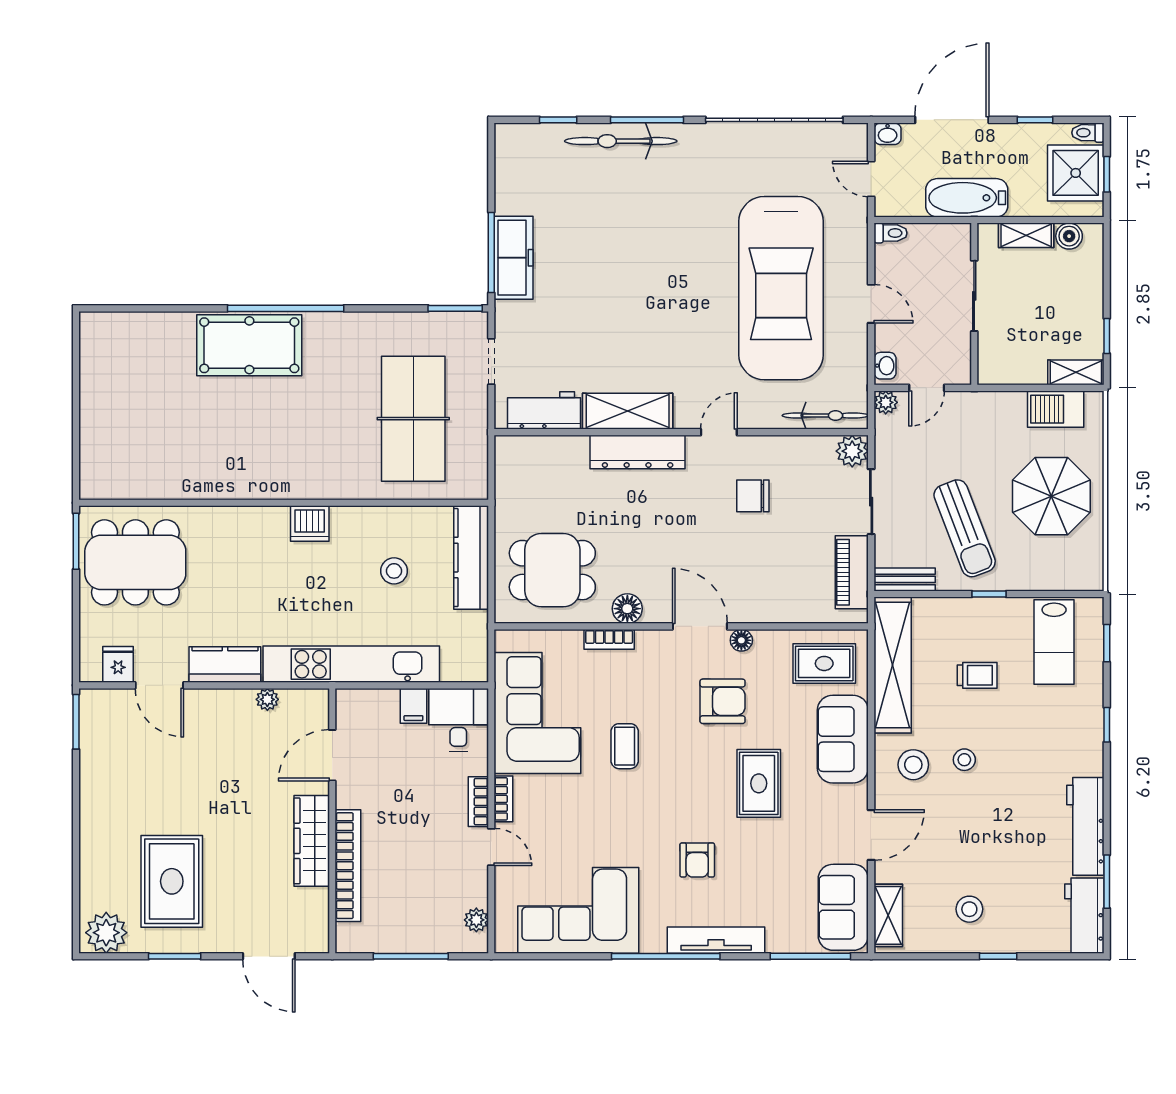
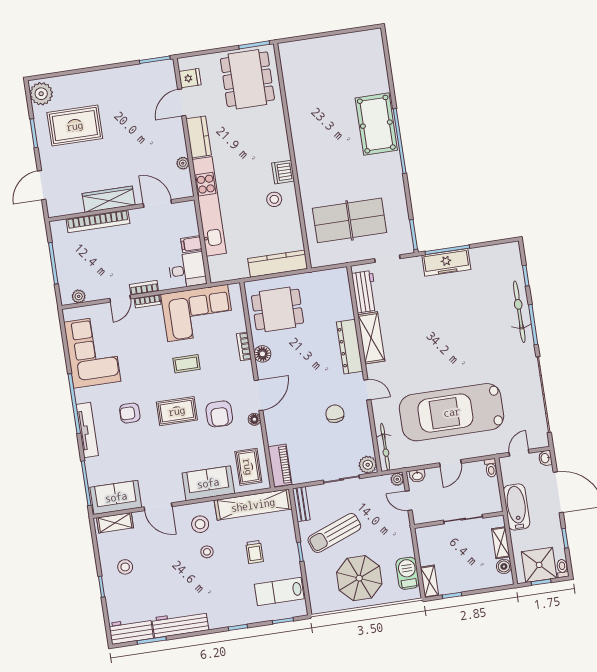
dining table: (552, 570) -> (277, 309), turned 90
stool: (394, 571) -> (274, 199), moved
piano: (852, 572) -> (280, 465), moved, turned 90
rug: (759, 783) -> (177, 411), moved

